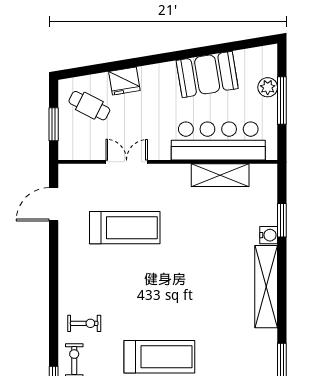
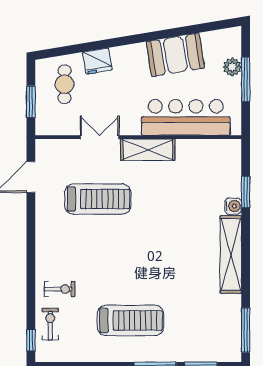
cafe table: (89, 106) -> (64, 84), turned 63
shelving: (220, 175) -> (148, 150), moved

